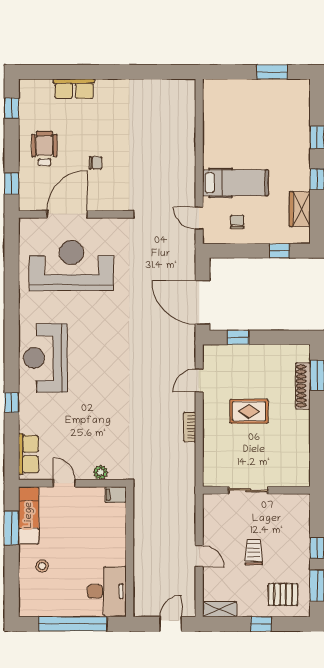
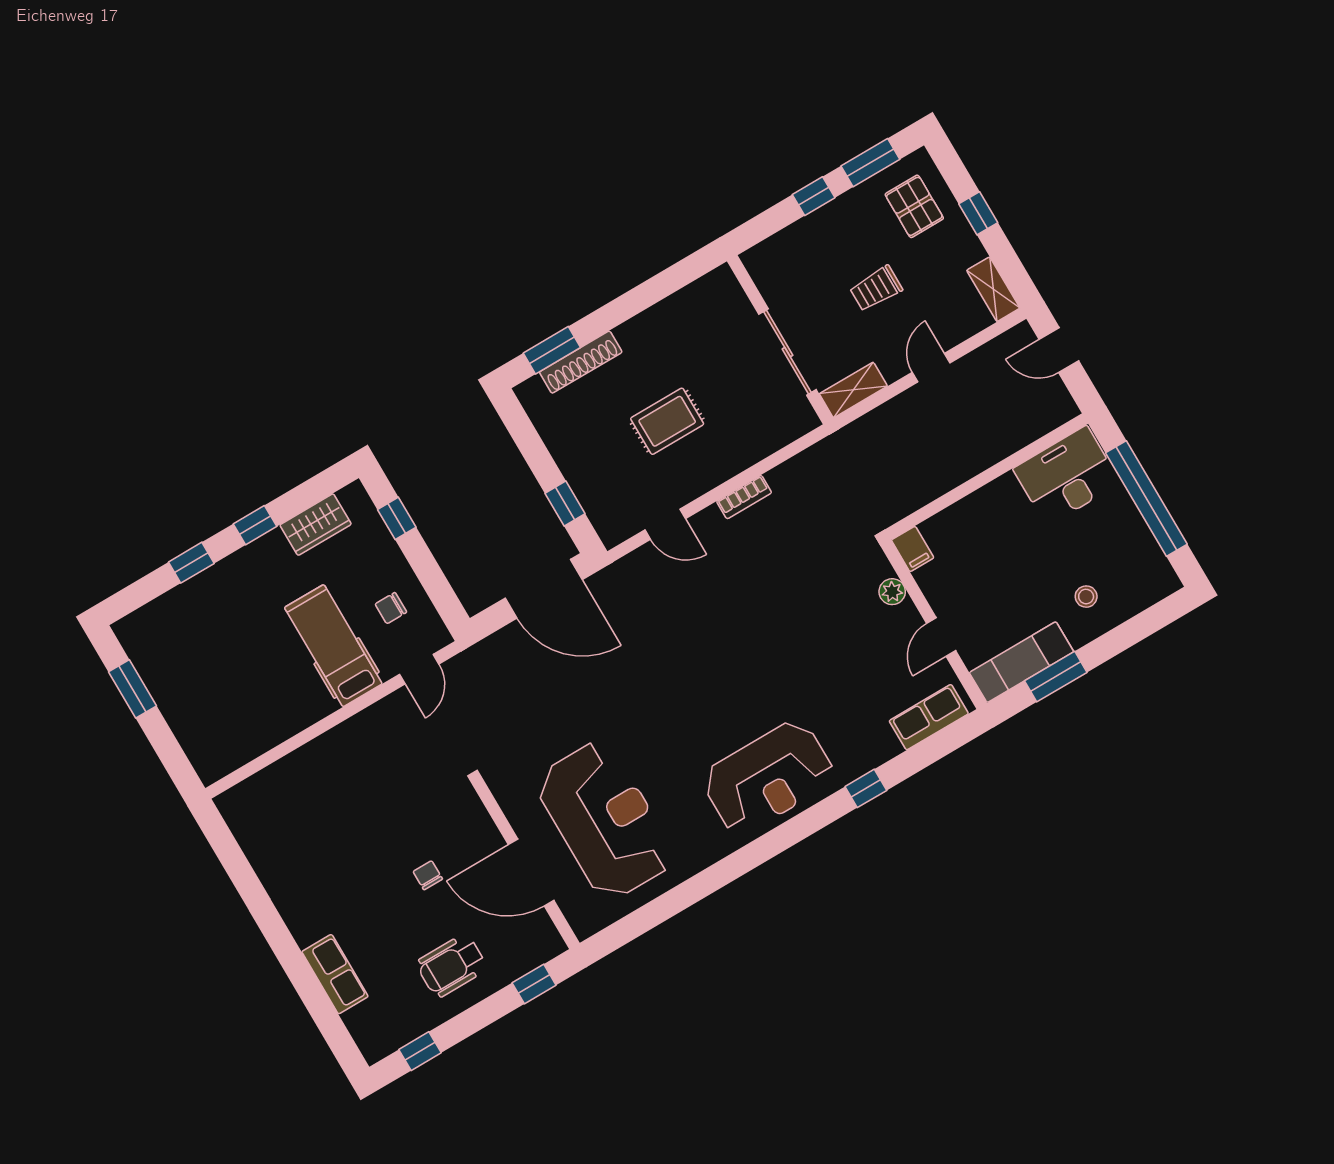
reception desk: (71, 266) -> (605, 820), turned 180
door: (203, 302) -> (544, 589), hinge flipped
rug: (249, 411) -> (667, 421), turned 90
sliding door: (248, 490) -> (787, 352), width x1.37
shelving: (211, 512) -> (853, 390), added

